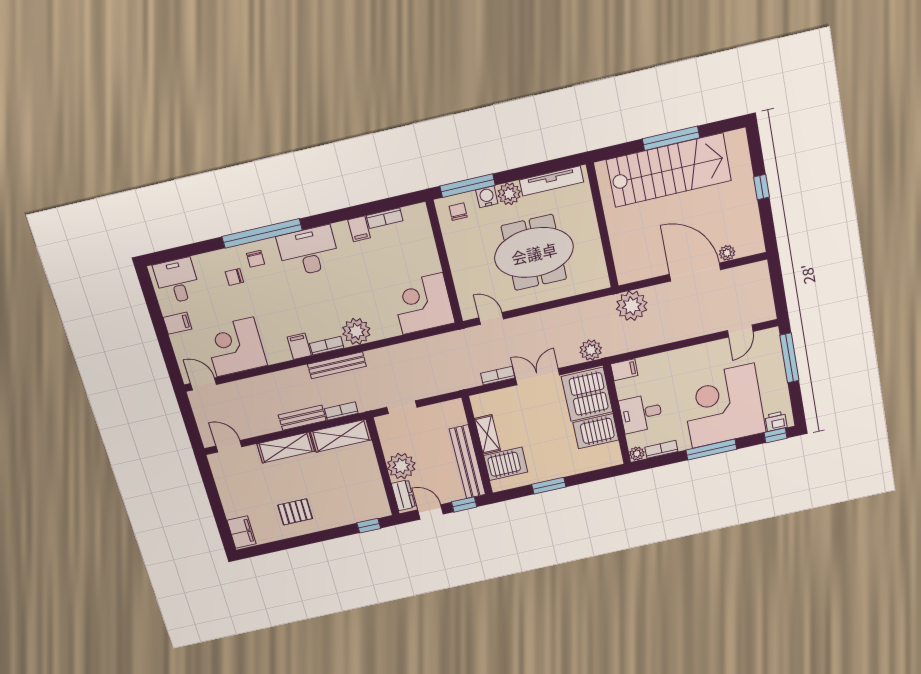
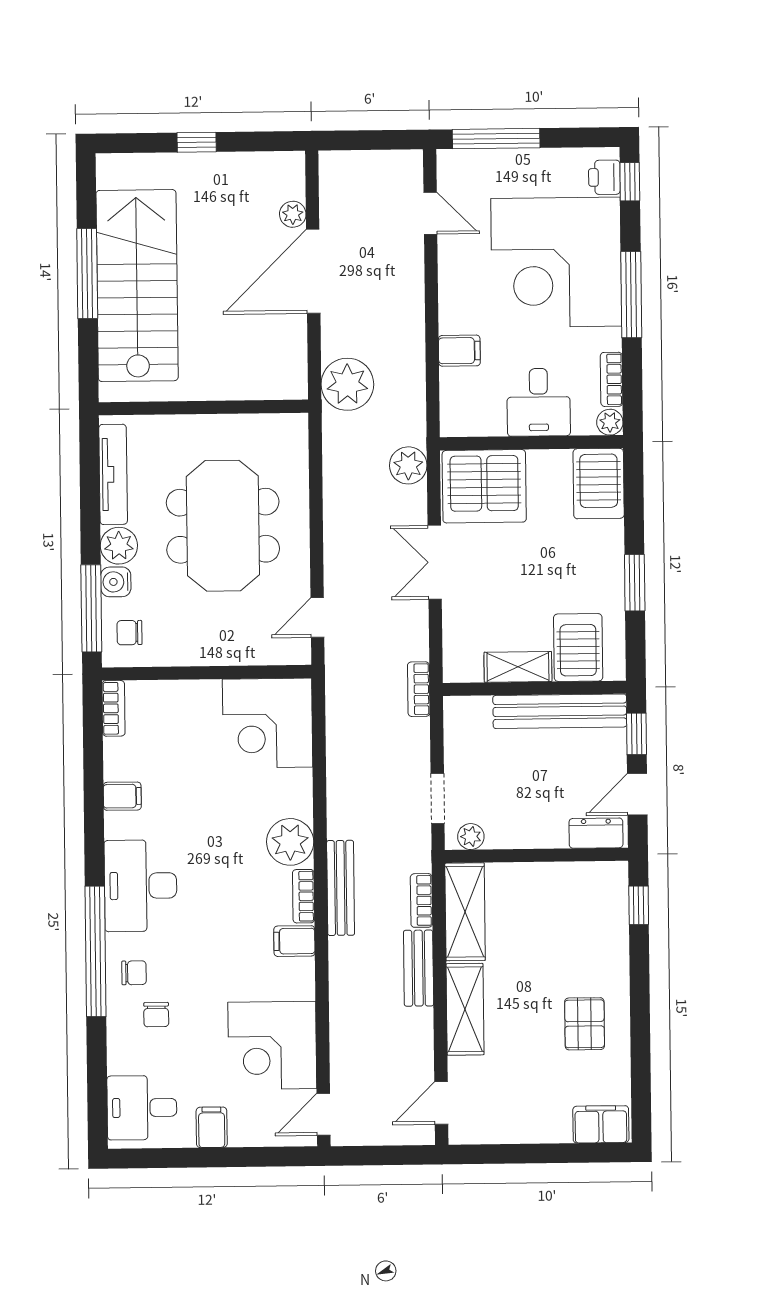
bookcase: (385, 218) -> (114, 708), moved
filing cabinet: (624, 370) -> (459, 351), moved, turned 90
bookcase: (498, 376) -> (419, 689), moved
server rack: (596, 431) -> (599, 484), moved
plant: (401, 466) -> (471, 837), moved, width x0.53, depth x0.53

